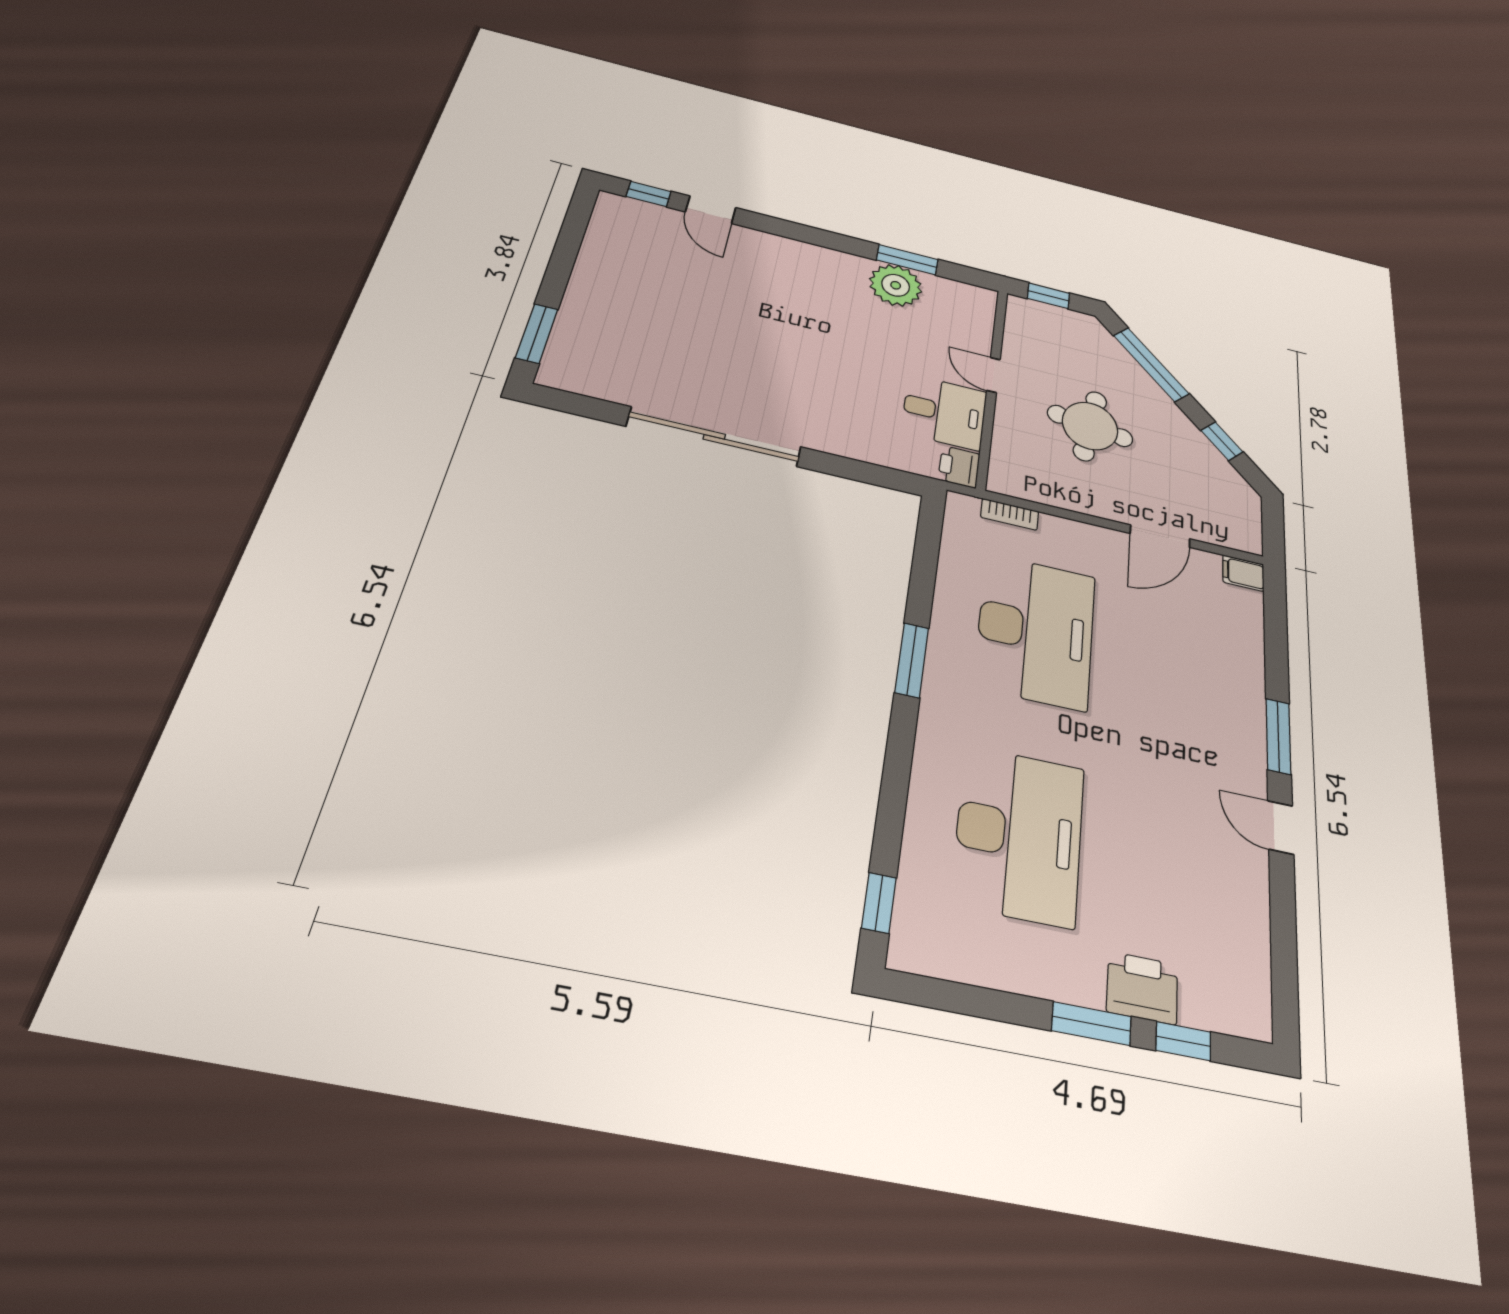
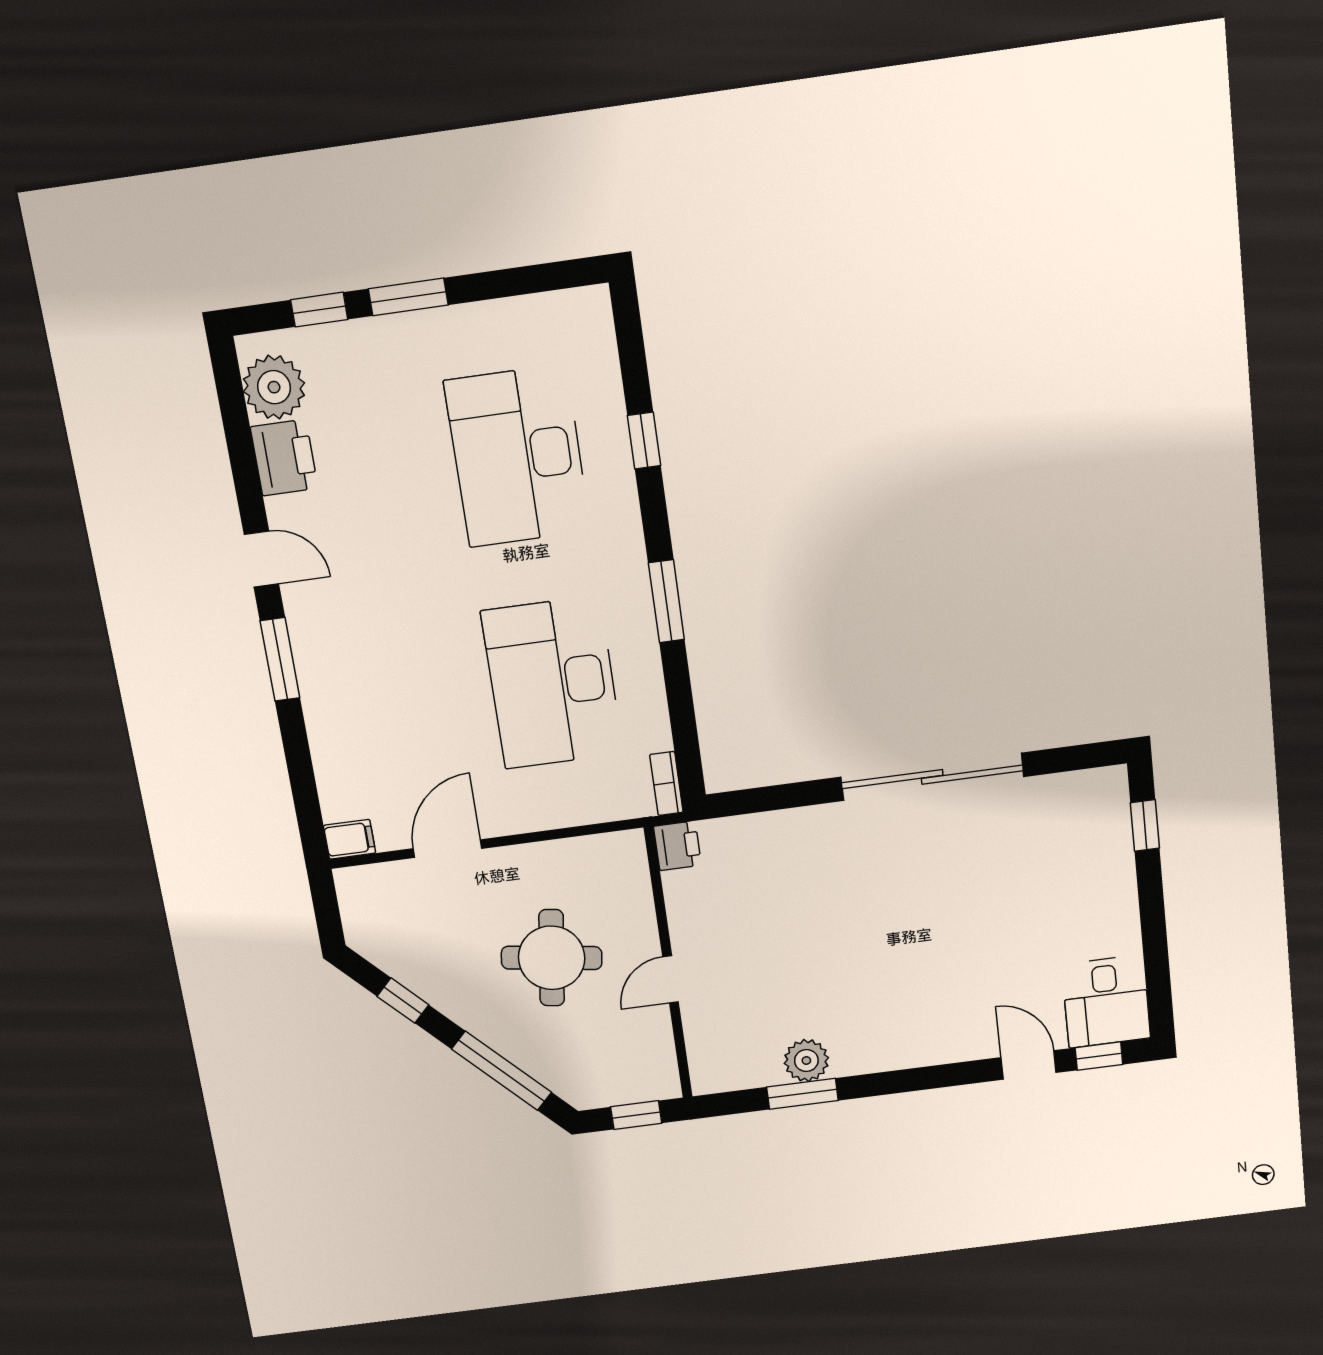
plant: (896, 285) -> (806, 1061), width x0.73, depth x0.73
window: (537, 333) -> (1145, 825), width x0.67
door: (993, 375) -> (671, 979), swing flipped
desk: (944, 412) -> (1106, 1001), moved, turned -90
bookcase: (1010, 514) -> (666, 783), moved, turned -90
window: (879, 903) -> (644, 441), moved
plant: (1242, 981) -> (274, 387), added
printer: (1142, 988) -> (284, 458), moved, turned -90

